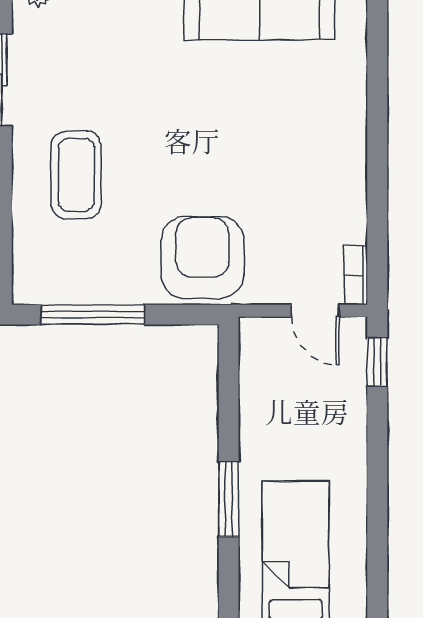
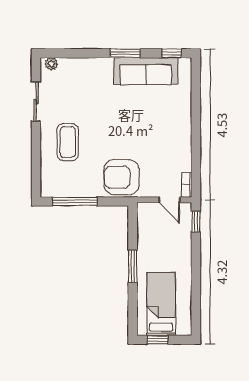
armchair: (203, 257) -> (122, 177), turned -90
window: (229, 499) -> (133, 266), moved

